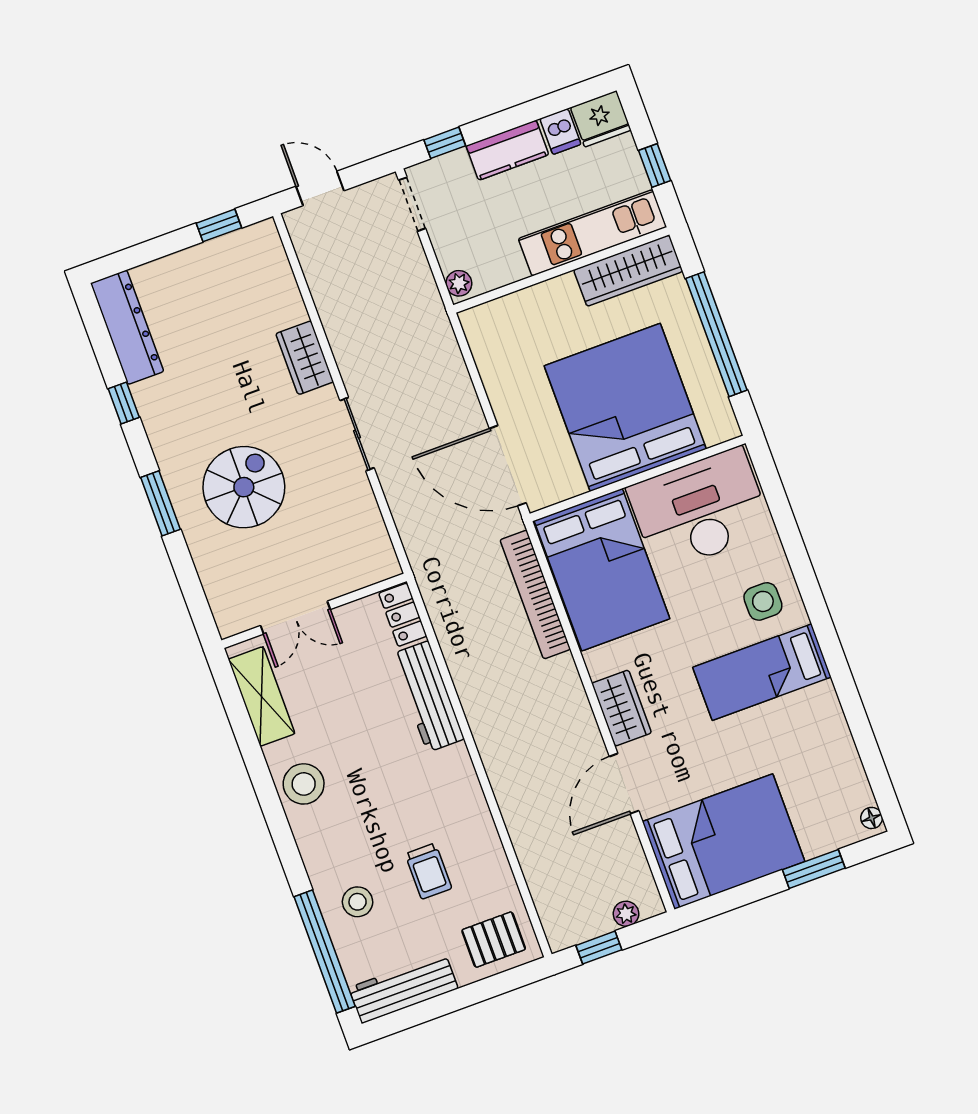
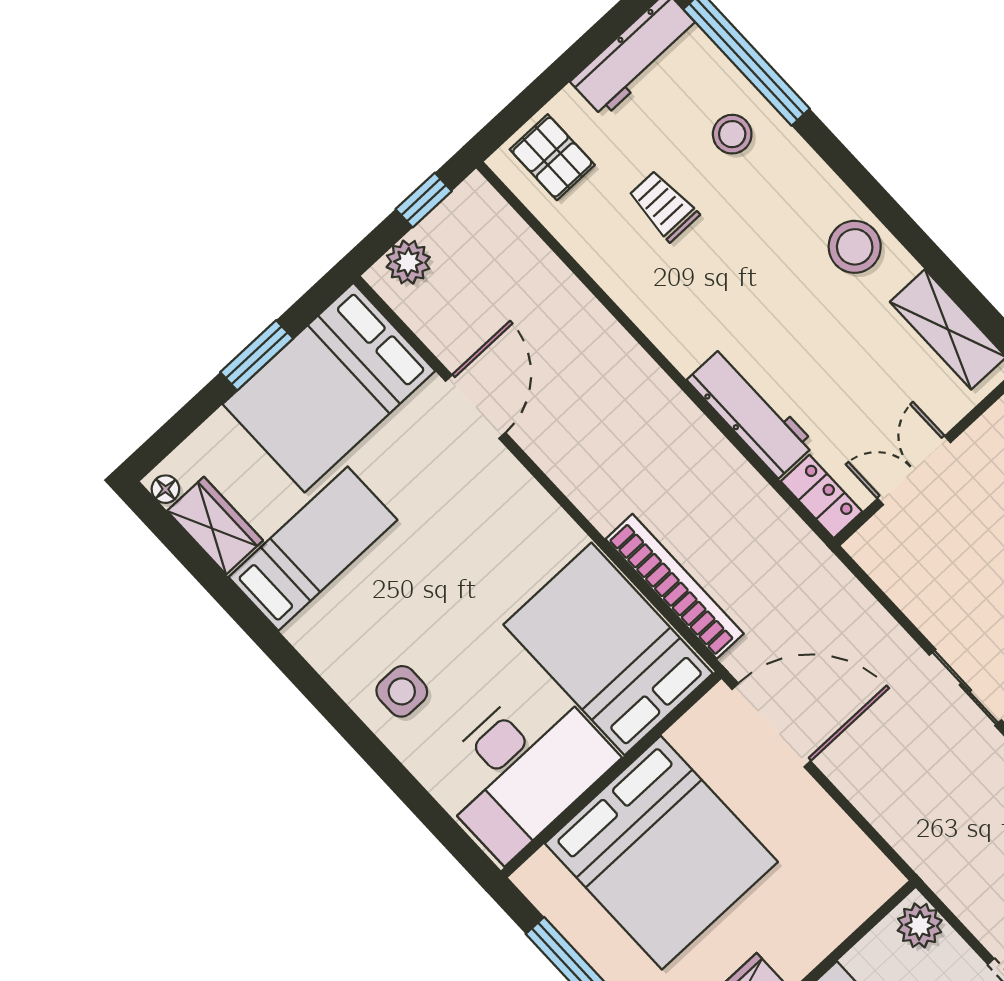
plant: (459, 283) -> (920, 925), width x1.38, depth x1.38
double door: (295, 618) -> (914, 470), moved
bed: (762, 672) -> (313, 549), moved
wardrobe: (622, 708) -> (215, 526), moved, turned 180
window: (814, 869) -> (257, 355), moved
plant: (626, 914) -> (408, 262), width x1.38, depth x1.38
pallet: (494, 940) -> (552, 157), turned 90

